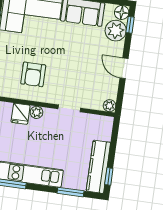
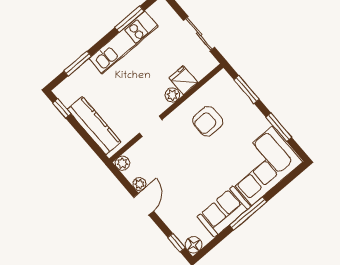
plant: (116, 31) -> (139, 184), moved, width x0.53, depth x0.53
door: (124, 68) -> (144, 204), hinge flipped
armchair: (33, 74) -> (208, 121), turned -90
kitchen counter: (98, 167) -> (94, 125), moved

